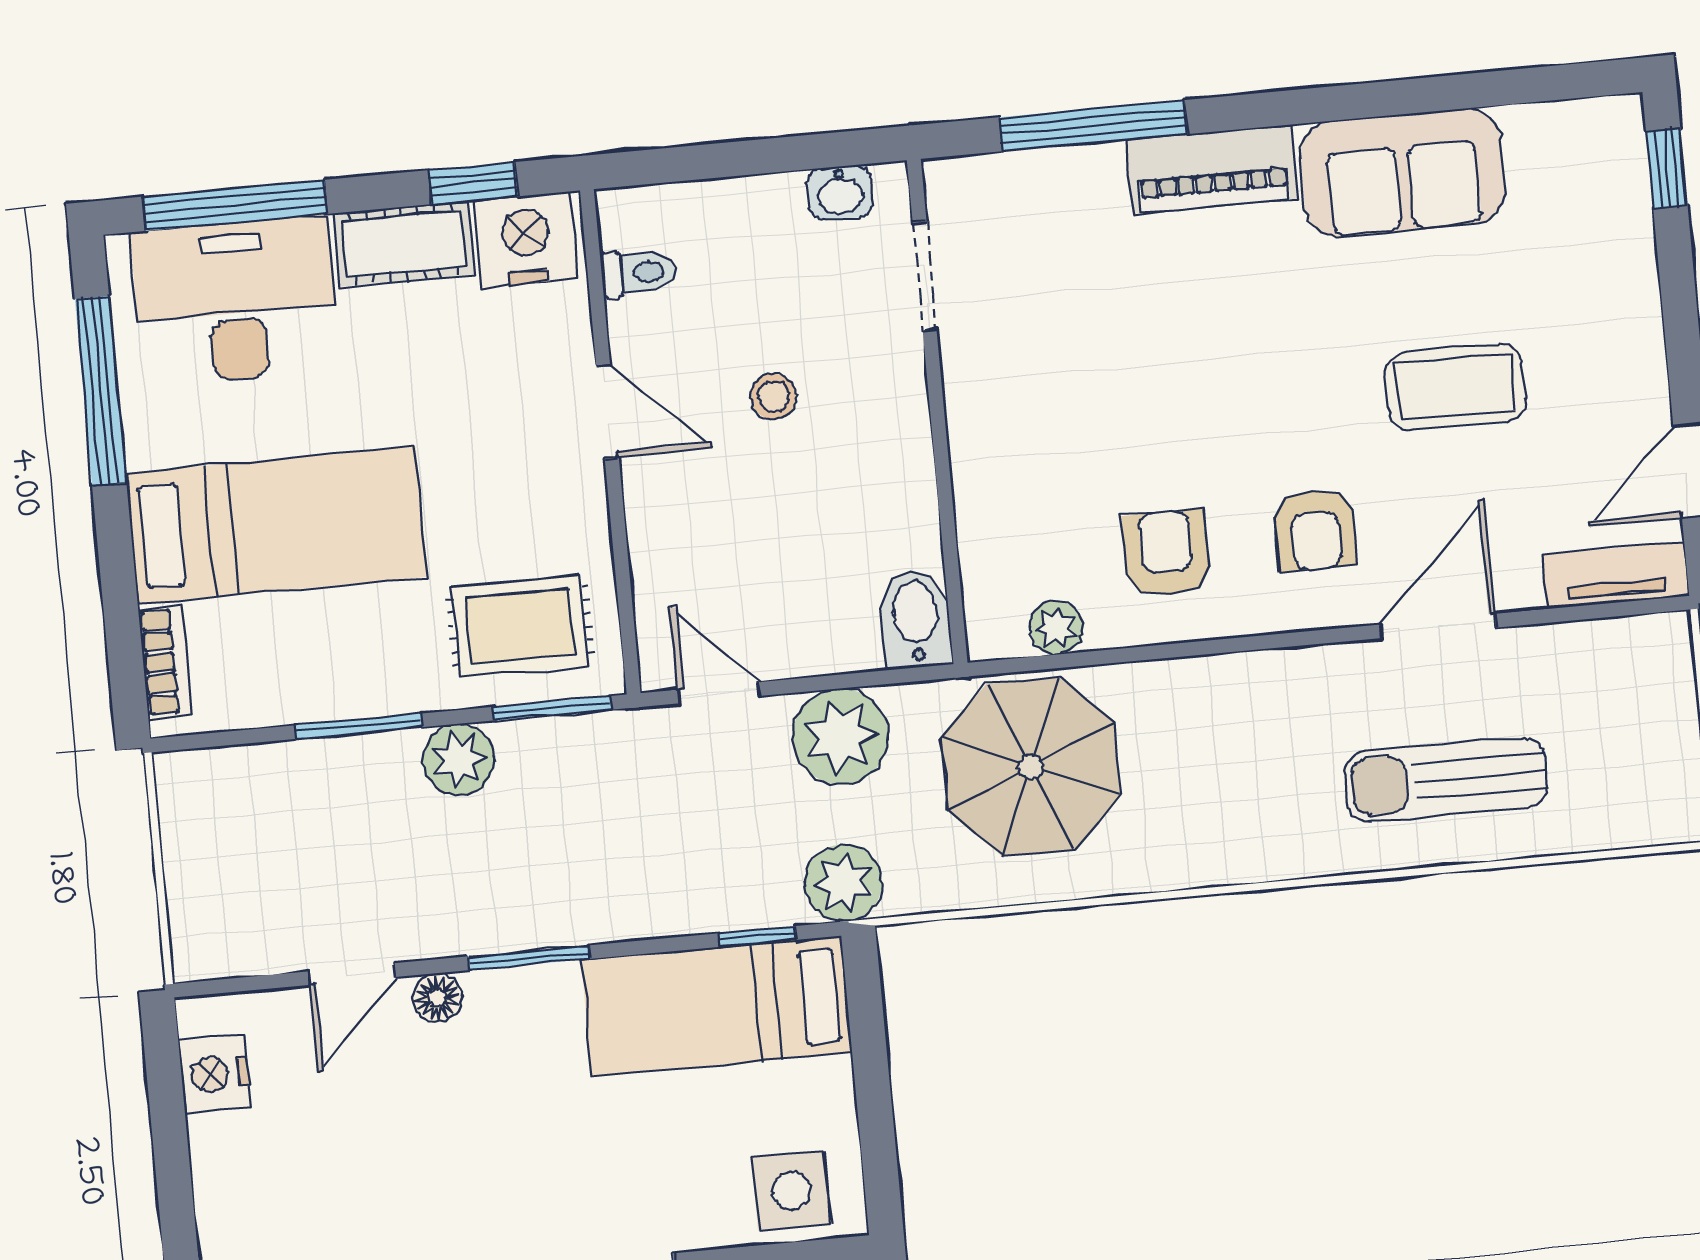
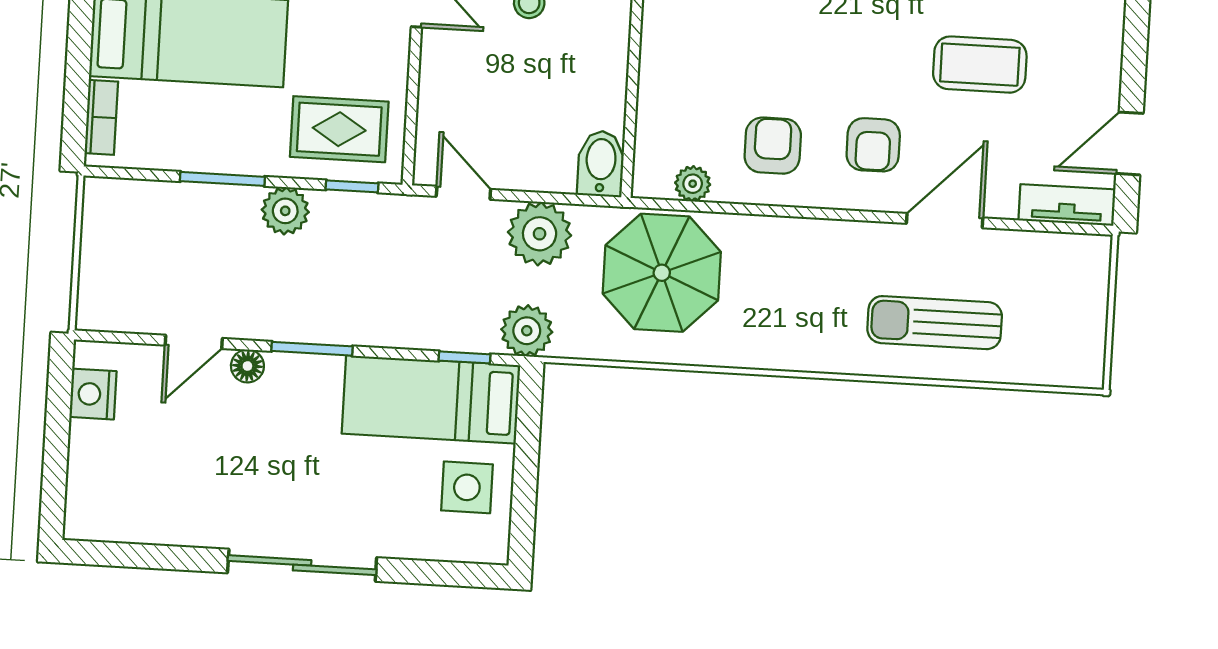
window: (552, 708) -> (352, 186), width x0.67
side table: (791, 1191) -> (467, 487), moved

